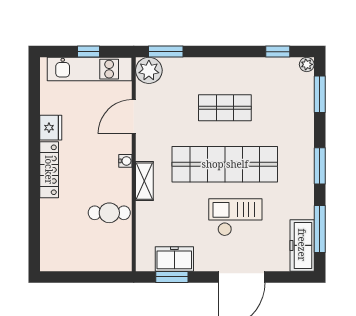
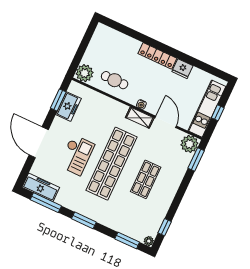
shelving: (144, 181) -> (140, 118), moved
cafe table: (109, 213) -> (115, 80), turned 90
plant: (119, 258) -> (85, 73), added

